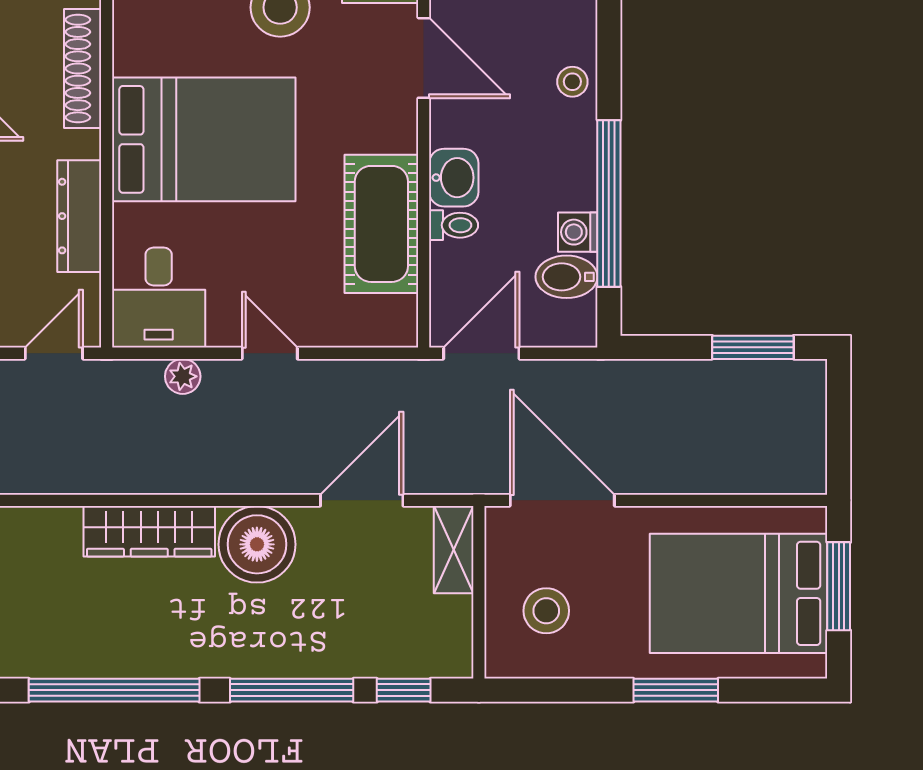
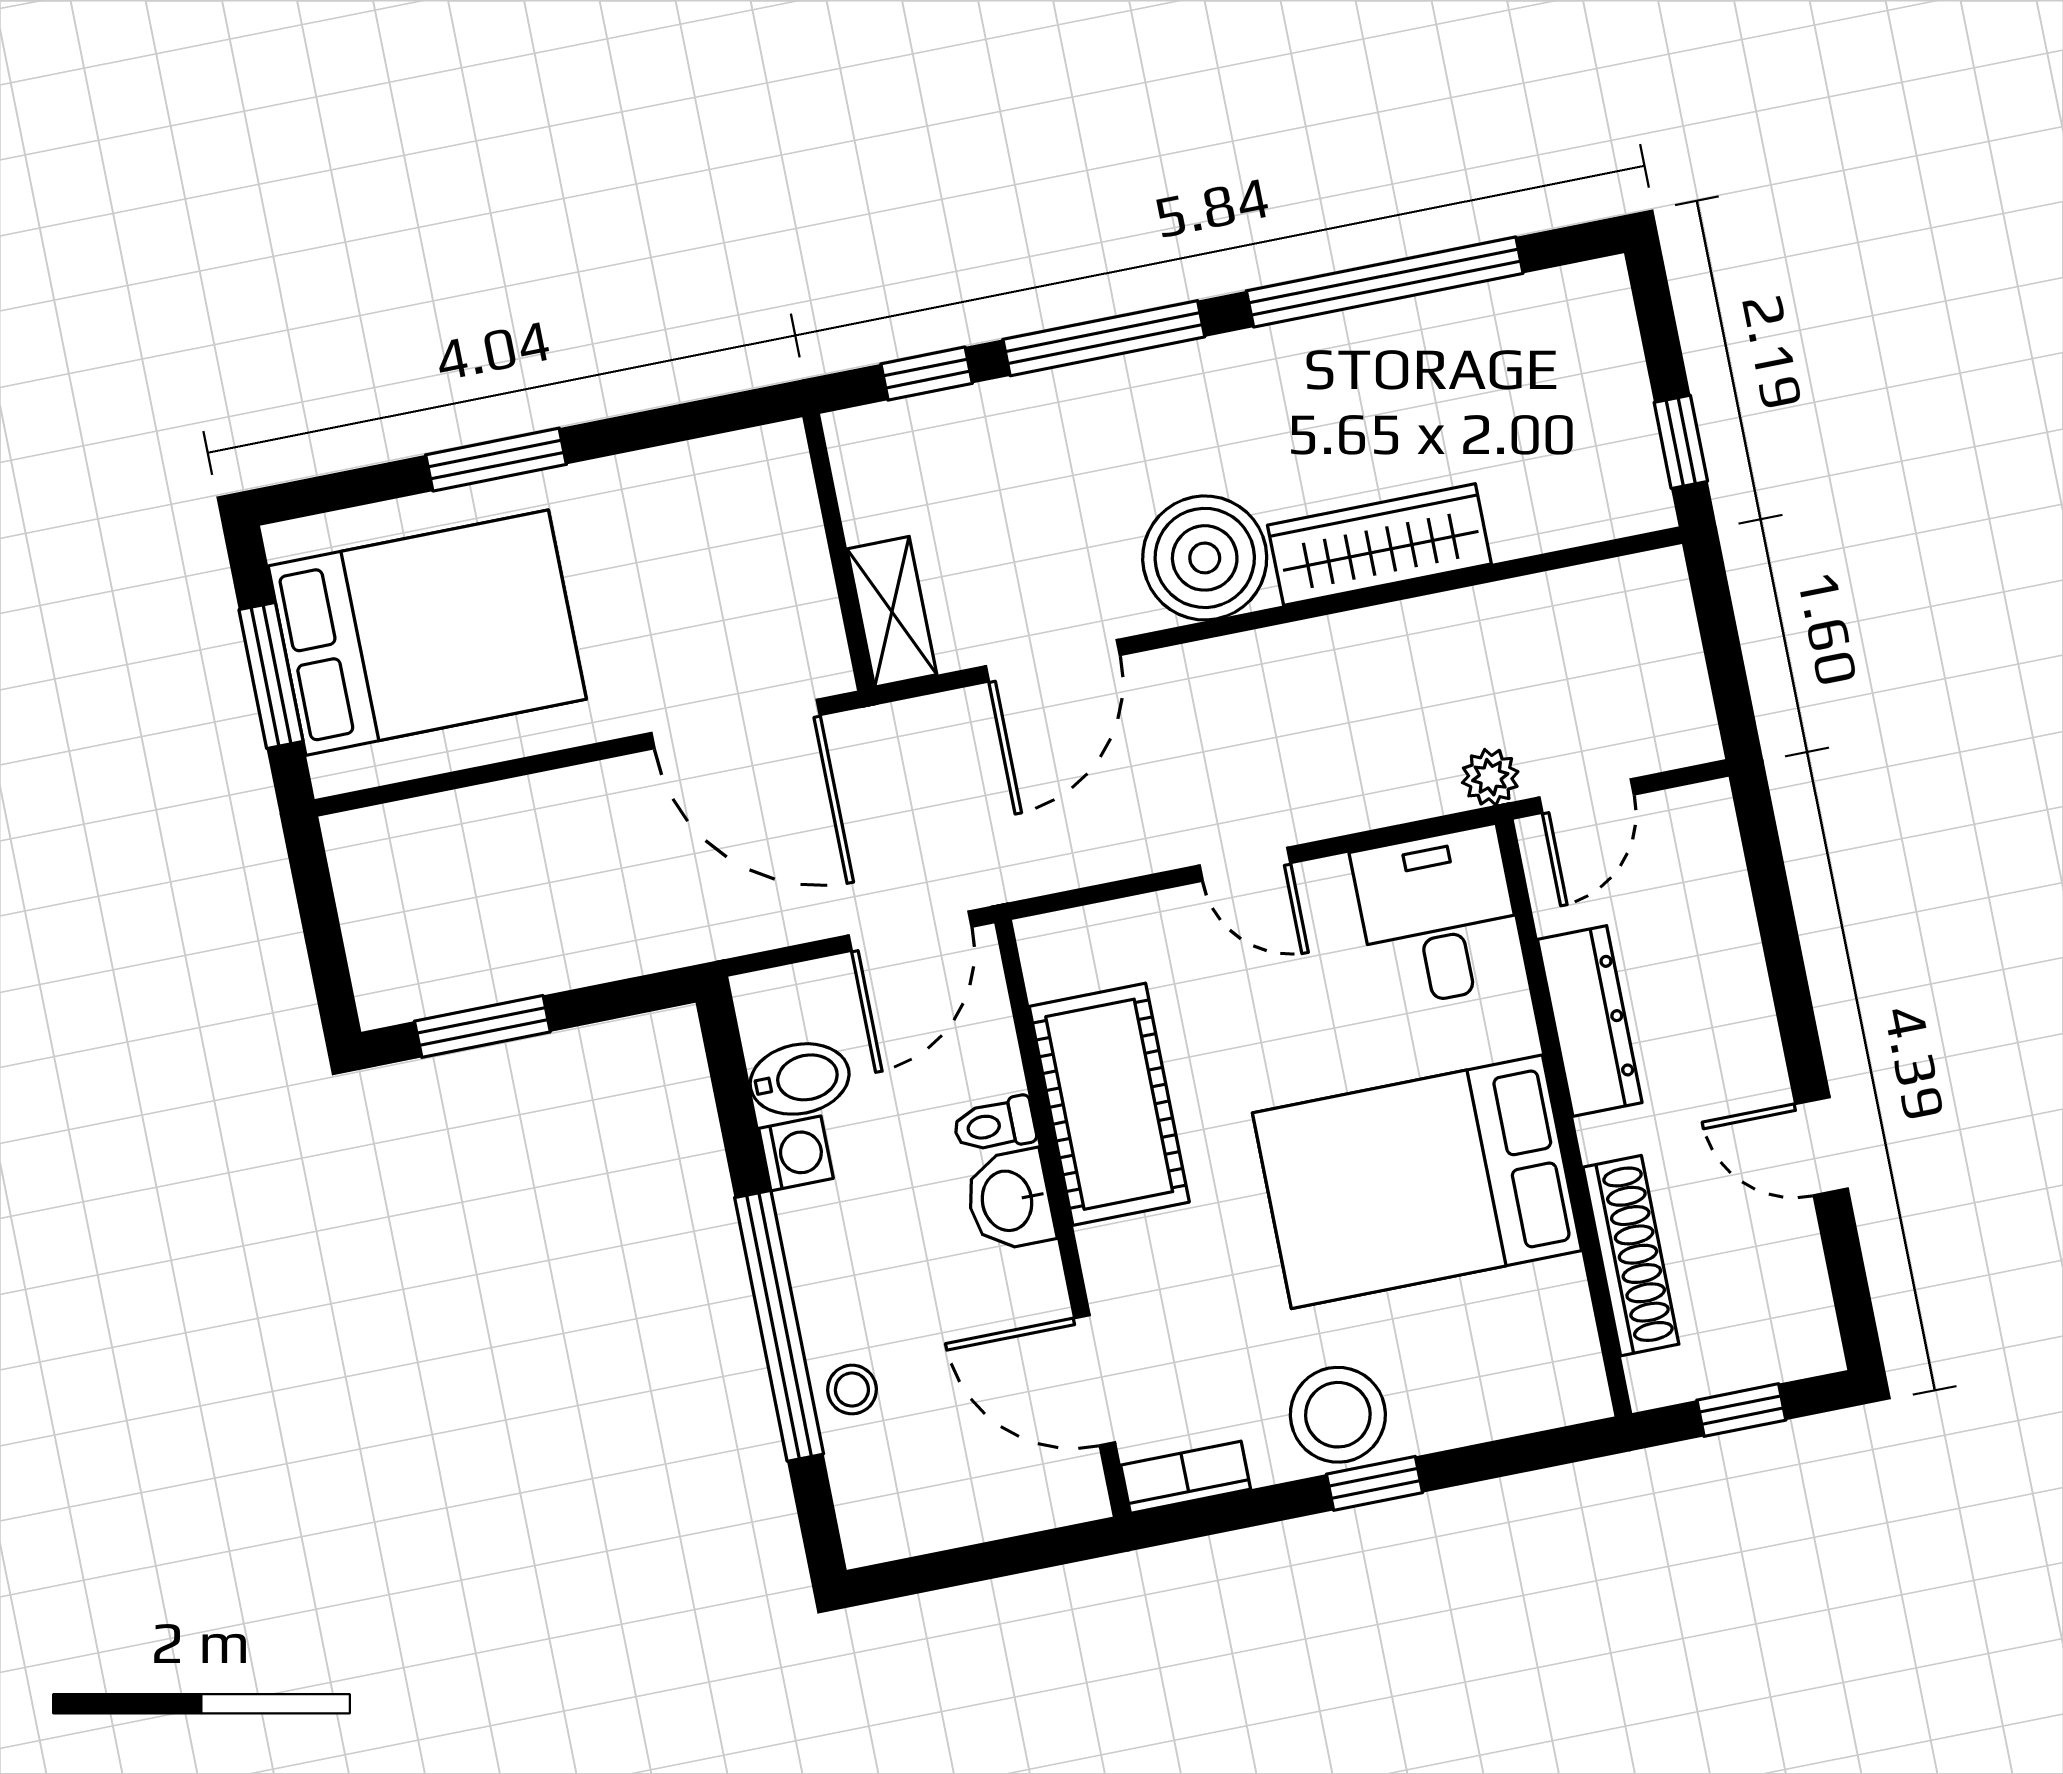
window: (609, 203) -> (779, 1326), moved
plant: (183, 376) -> (1490, 777), moved
stool: (546, 611) -> (726, 544), removed

